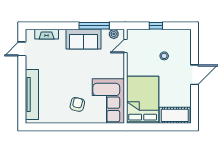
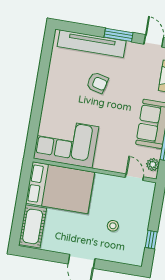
window: (156, 26) -> (151, 240), moved
window: (22, 76) -> (118, 35), added
armchair: (77, 104) -> (97, 83), moved

